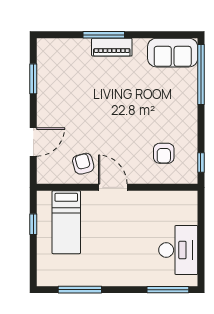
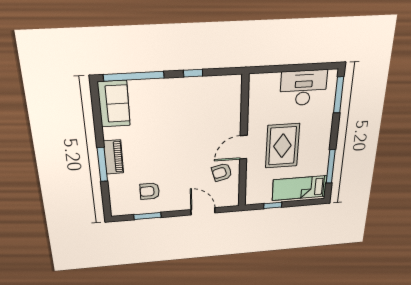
armchair: (164, 153) -> (150, 191), moved, turned 180
window: (201, 162) -> (193, 73), moved
bed: (66, 222) -> (299, 188), moved, turned 180
rug: (111, 231) -> (282, 146), added

